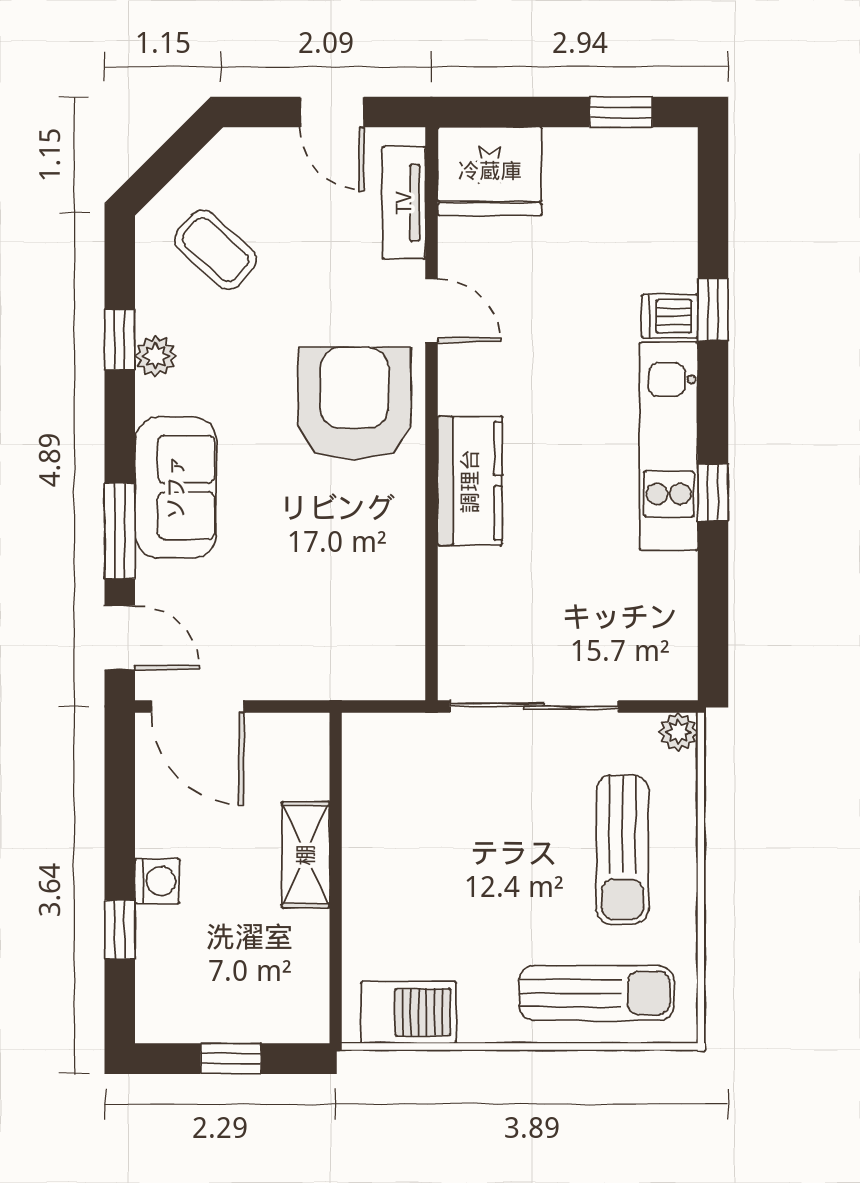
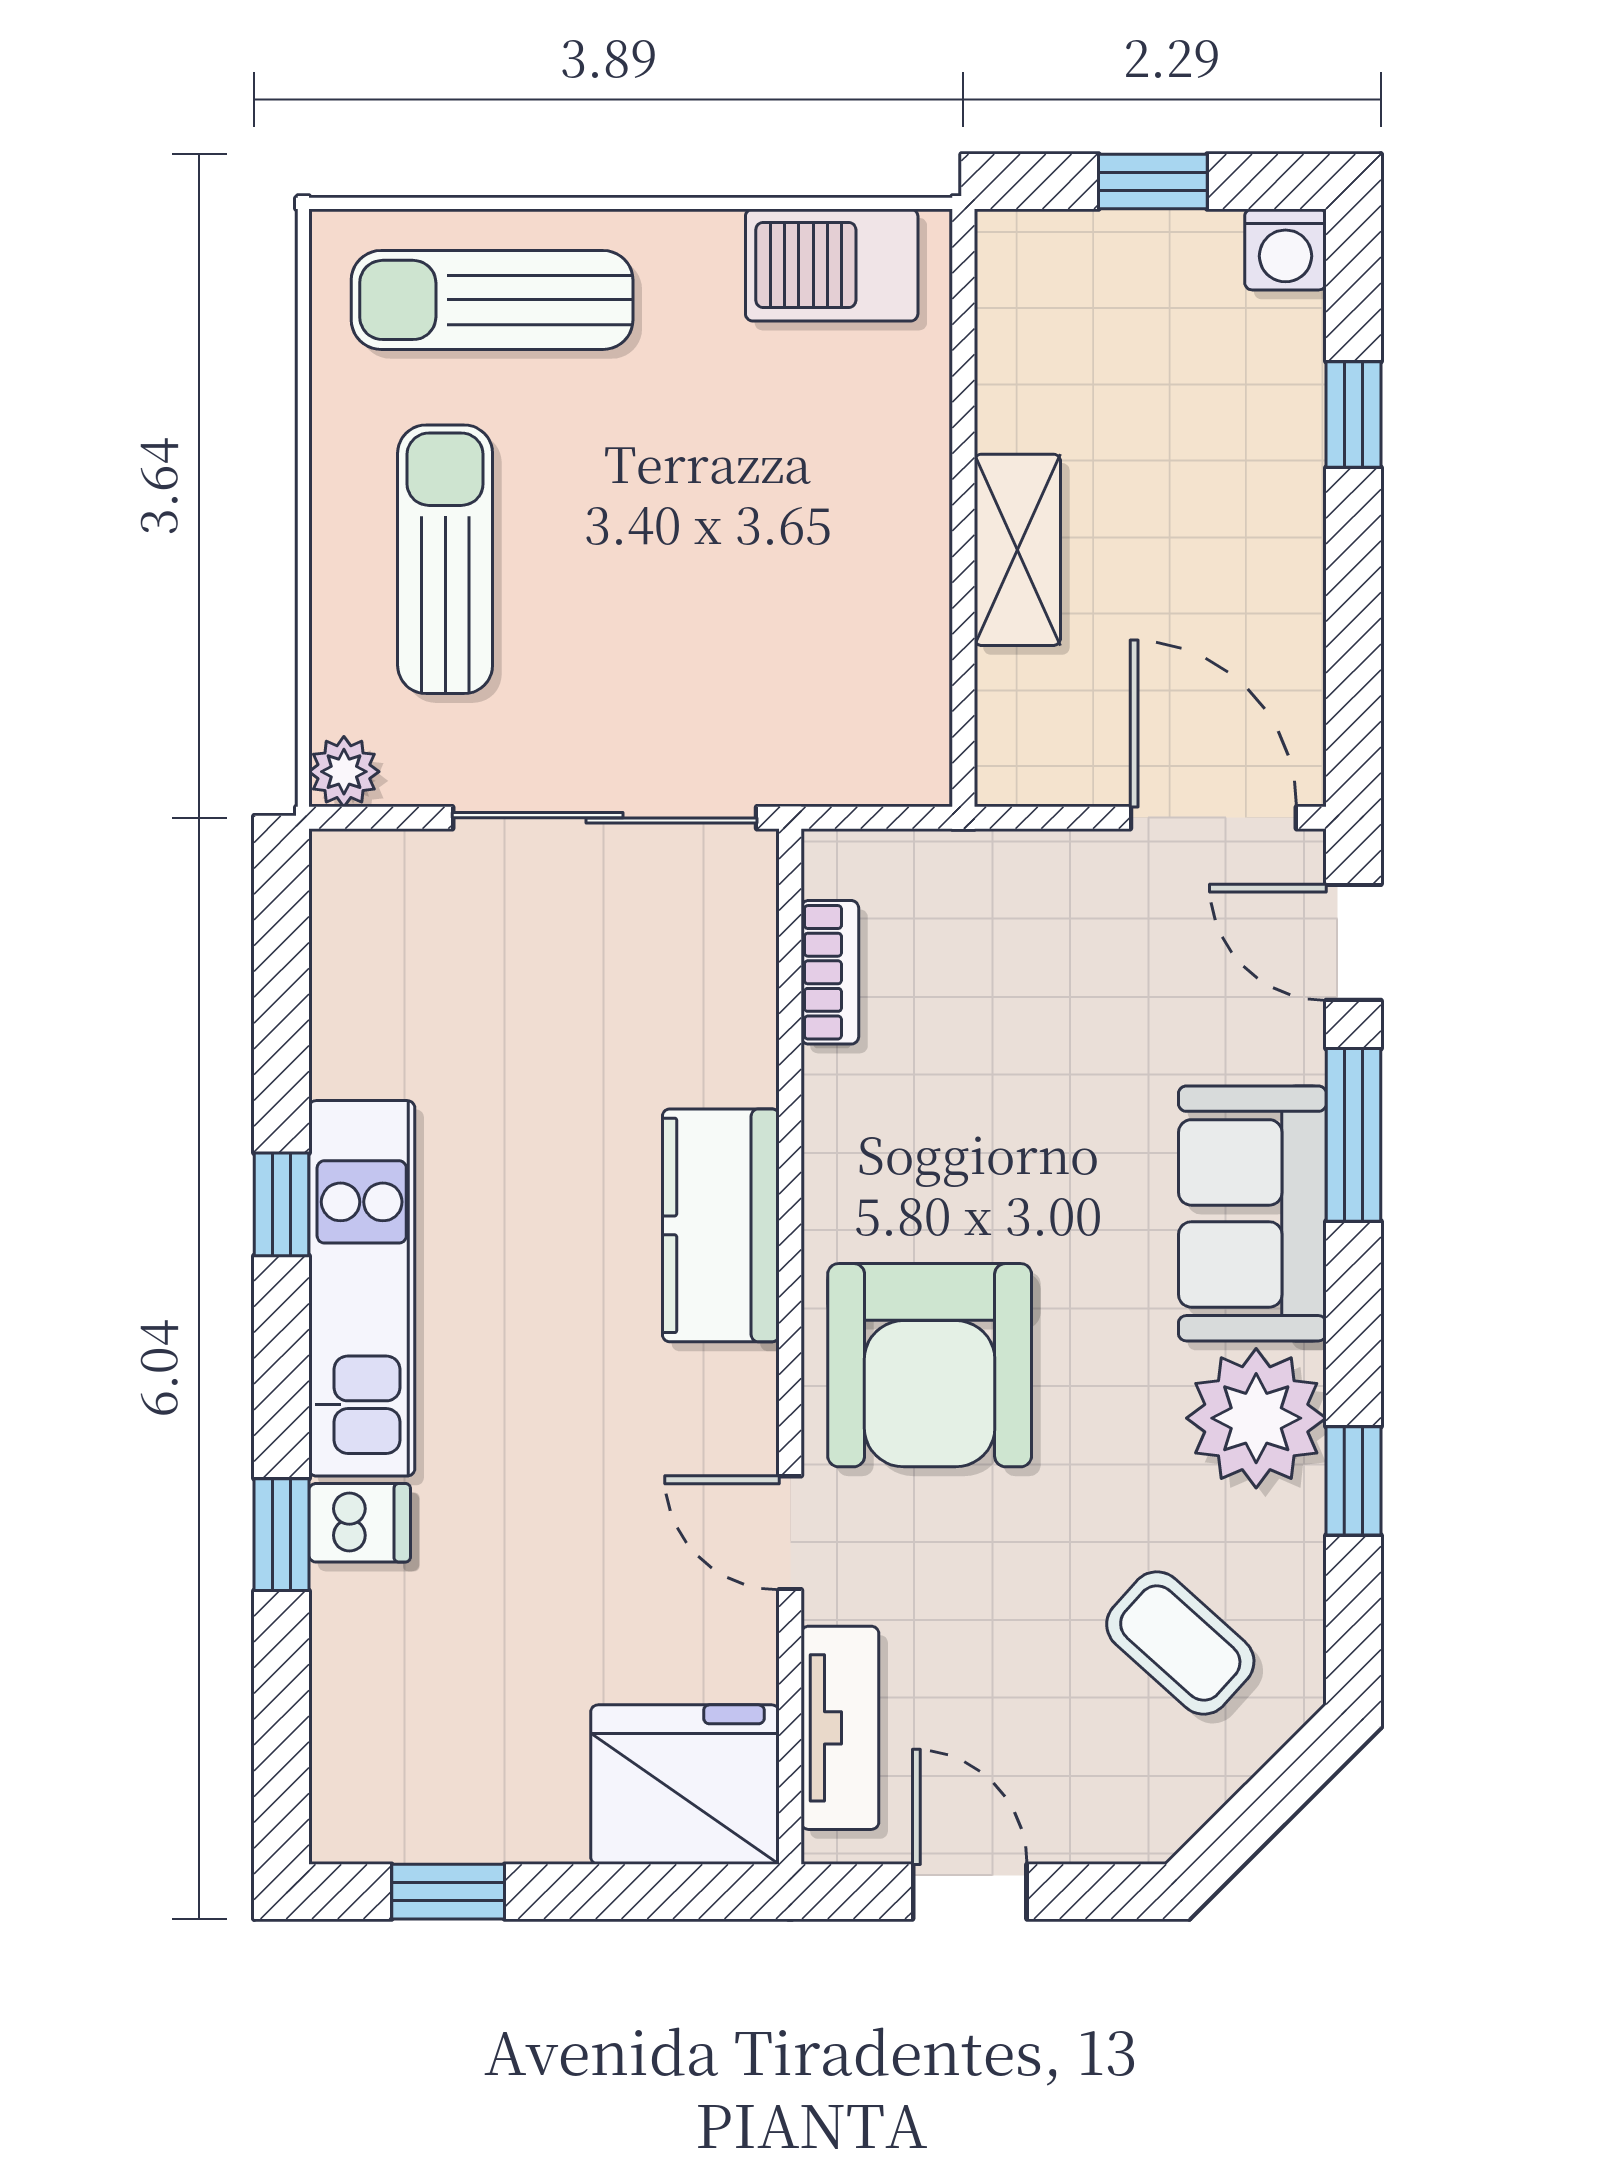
plant: (155, 356) -> (1256, 1418), width x1.88, depth x1.88
bookcase: (410, 621) -> (830, 972), added
washing machine: (157, 881) -> (1285, 249), moved, turned -90

